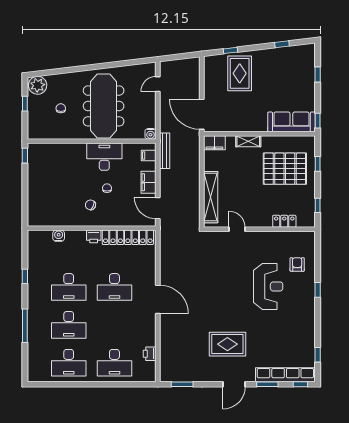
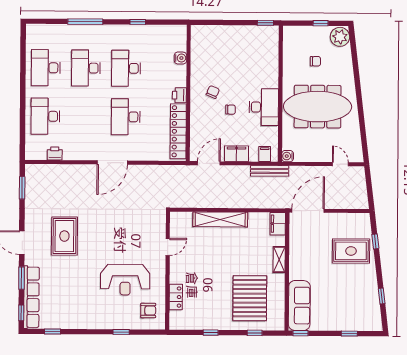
locker: (284, 221) -> (176, 297), moved
door: (237, 229) -> (168, 247), moved
wall: (259, 229) -> (168, 271), moved

